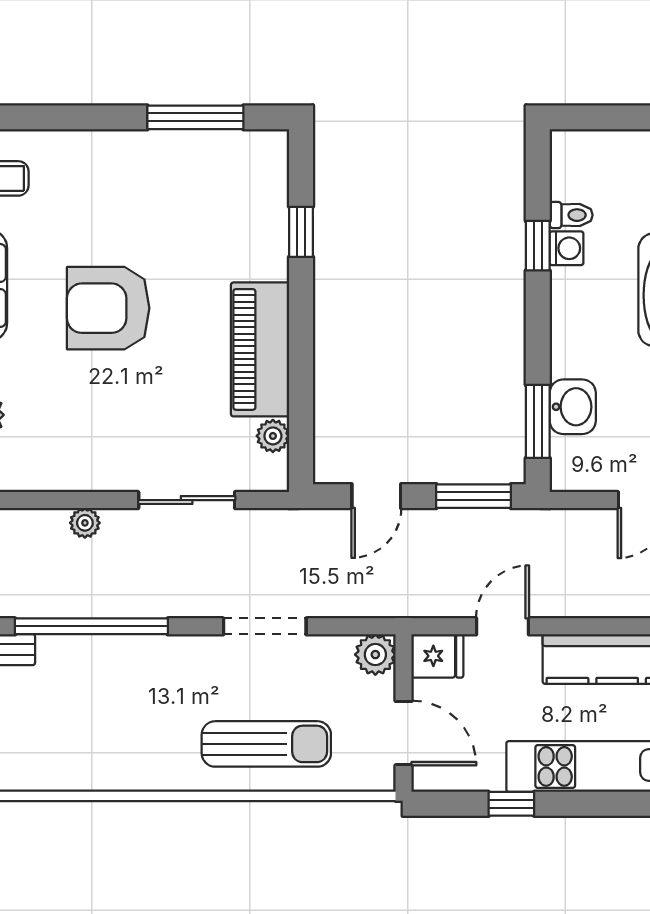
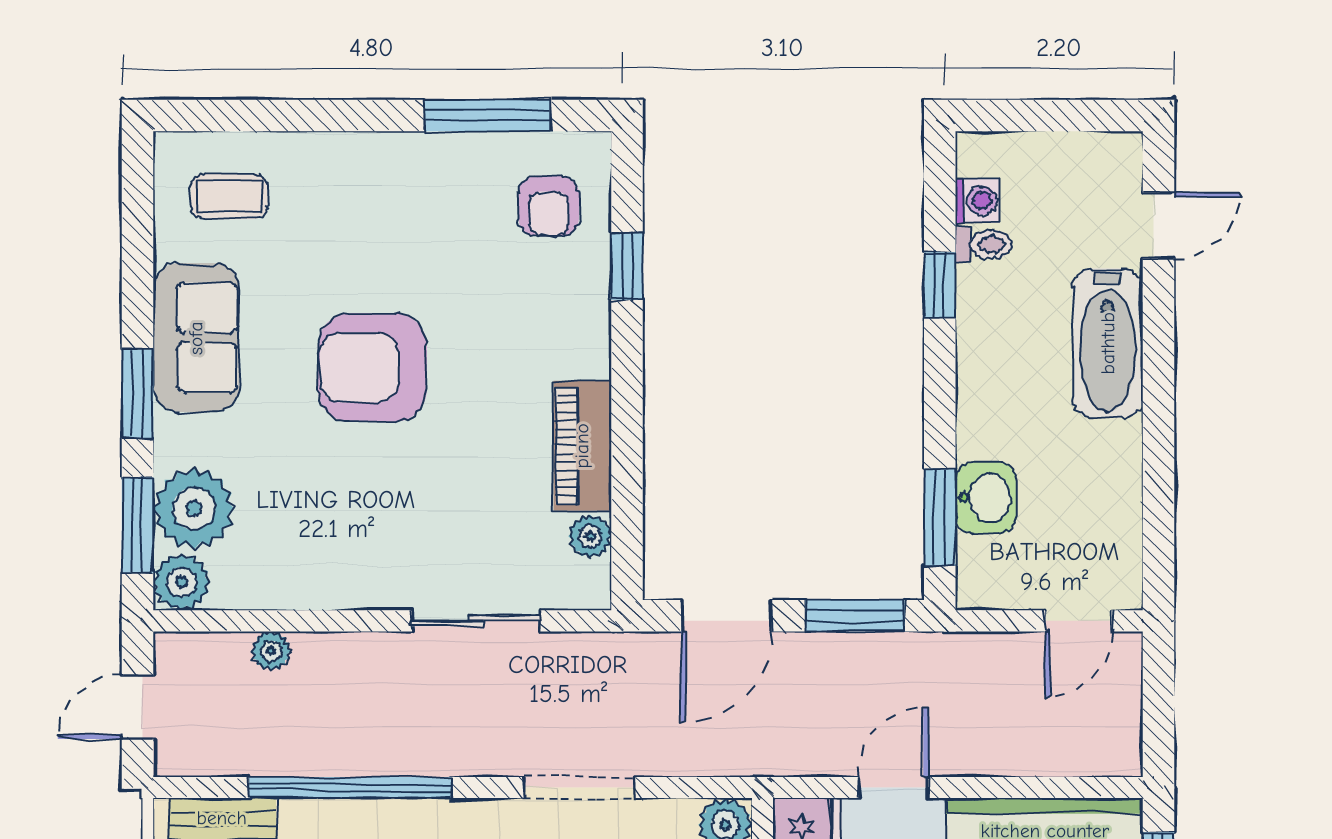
armchair: (242, 186) -> (549, 206), added
washing machine: (566, 248) -> (978, 201), moved
piano: (260, 349) -> (582, 446), width x0.73, depth x0.75
door: (376, 496) -> (727, 616), width x1.38
plant: (85, 523) -> (271, 651), moved

